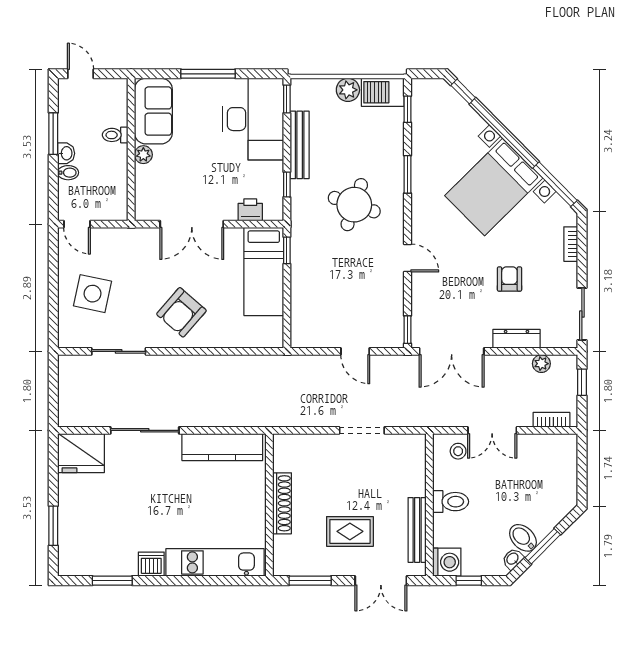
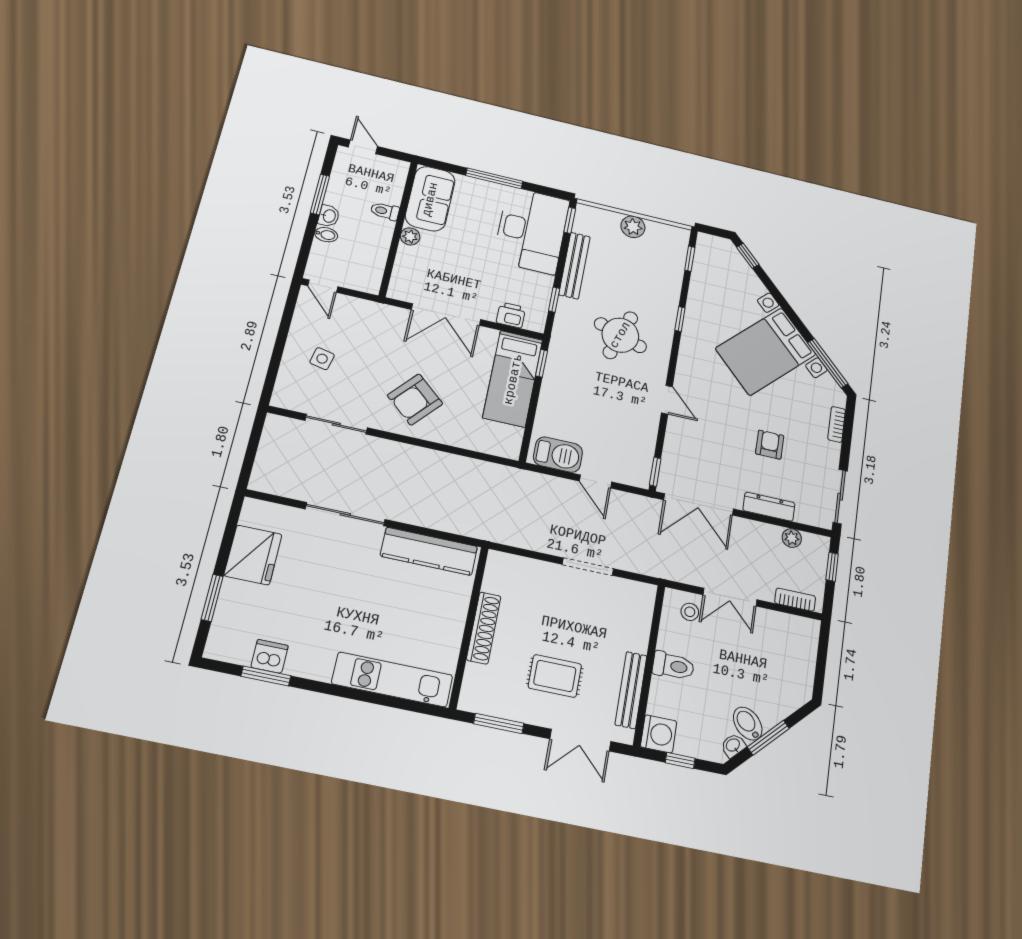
barbecue: (383, 92) -> (558, 455), moved, turned 180
window: (408, 174) -> (680, 319), width x0.67
side table: (93, 294) -> (322, 359), width x0.54, depth x0.54
fridge: (81, 453) -> (253, 555), moved, turned -90
dishwasher: (151, 564) -> (269, 656), moved

